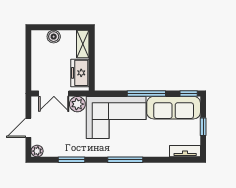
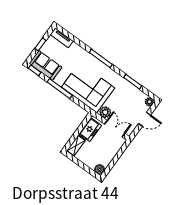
boiler: (54, 37) -> (100, 169), moved
sofa: (174, 108) -> (45, 65), width x0.73

